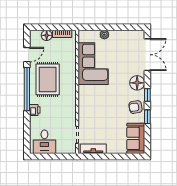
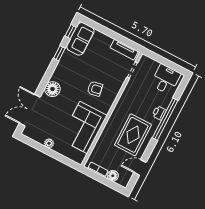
plant: (104, 35) -> (49, 143), moved
window: (27, 89) -> (165, 119), moved
window: (147, 95) -> (71, 32), moved
armchair: (136, 107) -> (95, 89), moved

